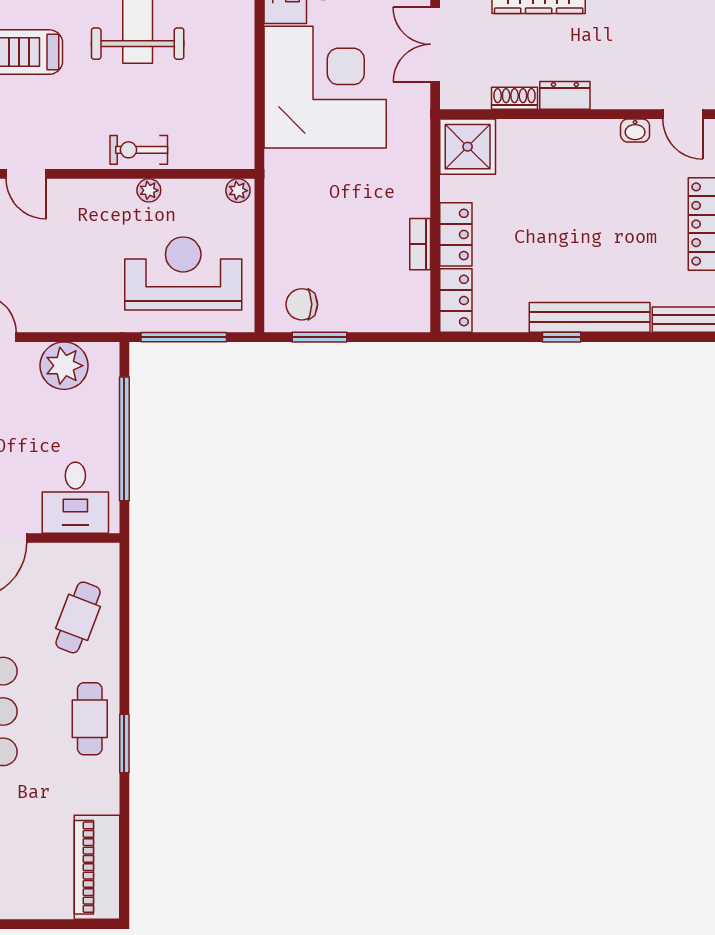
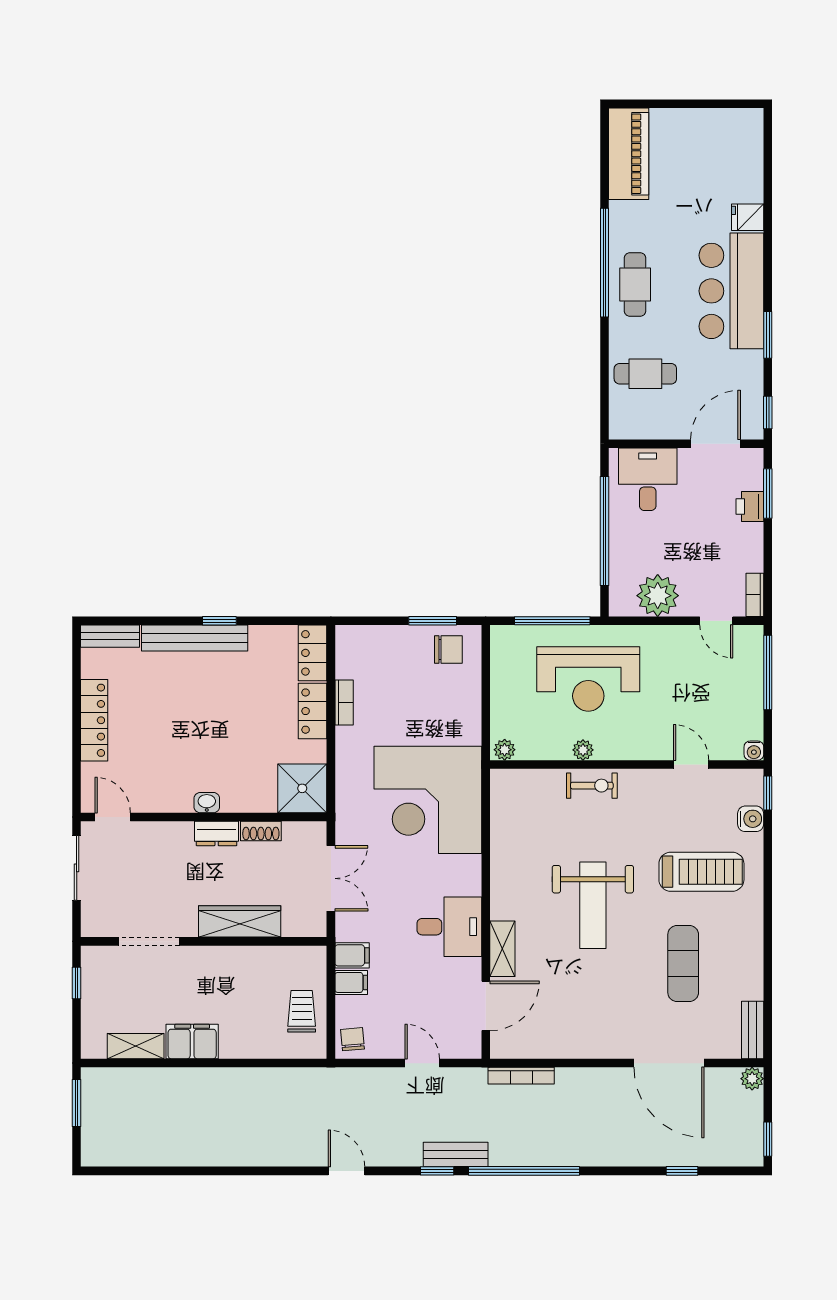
corner desk: (325, 87) -> (428, 800), moved
washbasin: (635, 131) -> (207, 803), moved
reception desk: (183, 274) -> (588, 679), moved
cafe table: (78, 617) -> (645, 374), turned 69
window: (124, 744) -> (605, 263), width x2.11

